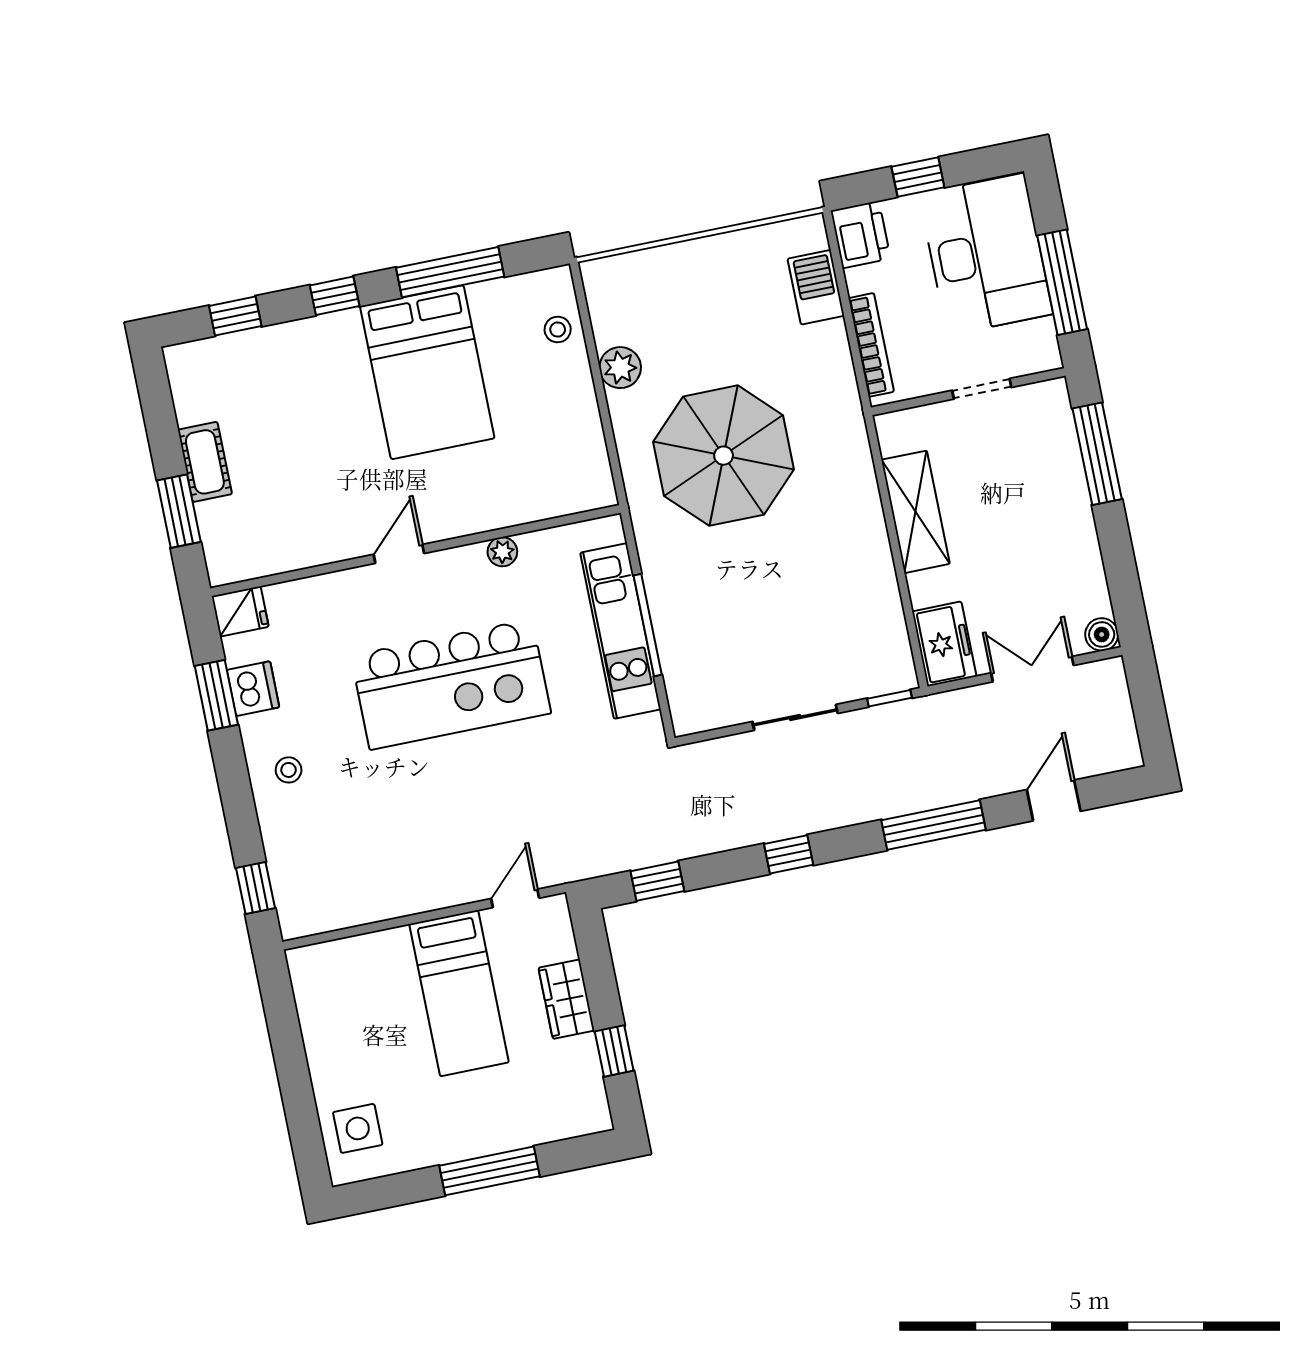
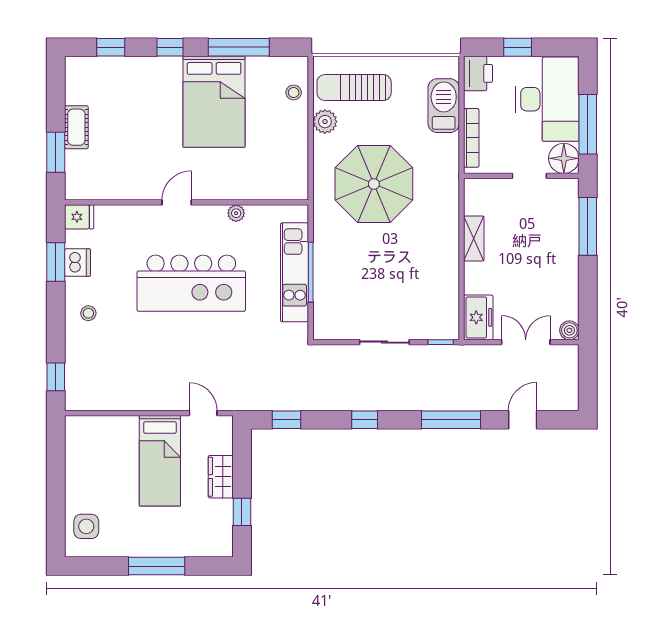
barbecue: (816, 287) -> (444, 106), width x1.37, depth x1.21
sun lounger: (657, 301) -> (354, 88), added
floor lamp: (1034, 348) -> (564, 158), added
shelving: (916, 512) -> (474, 238), width x0.67, depth x0.75
door: (515, 898) -> (203, 413), hinge flipped

